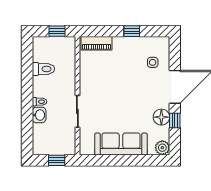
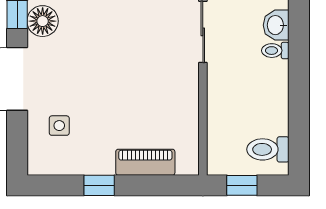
piano: (96, 43) -> (145, 162), moved
toilet: (43, 69) -> (268, 149), moved

